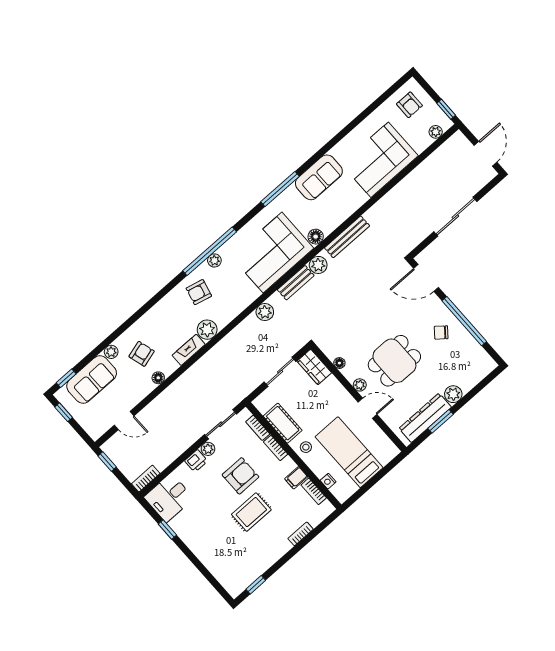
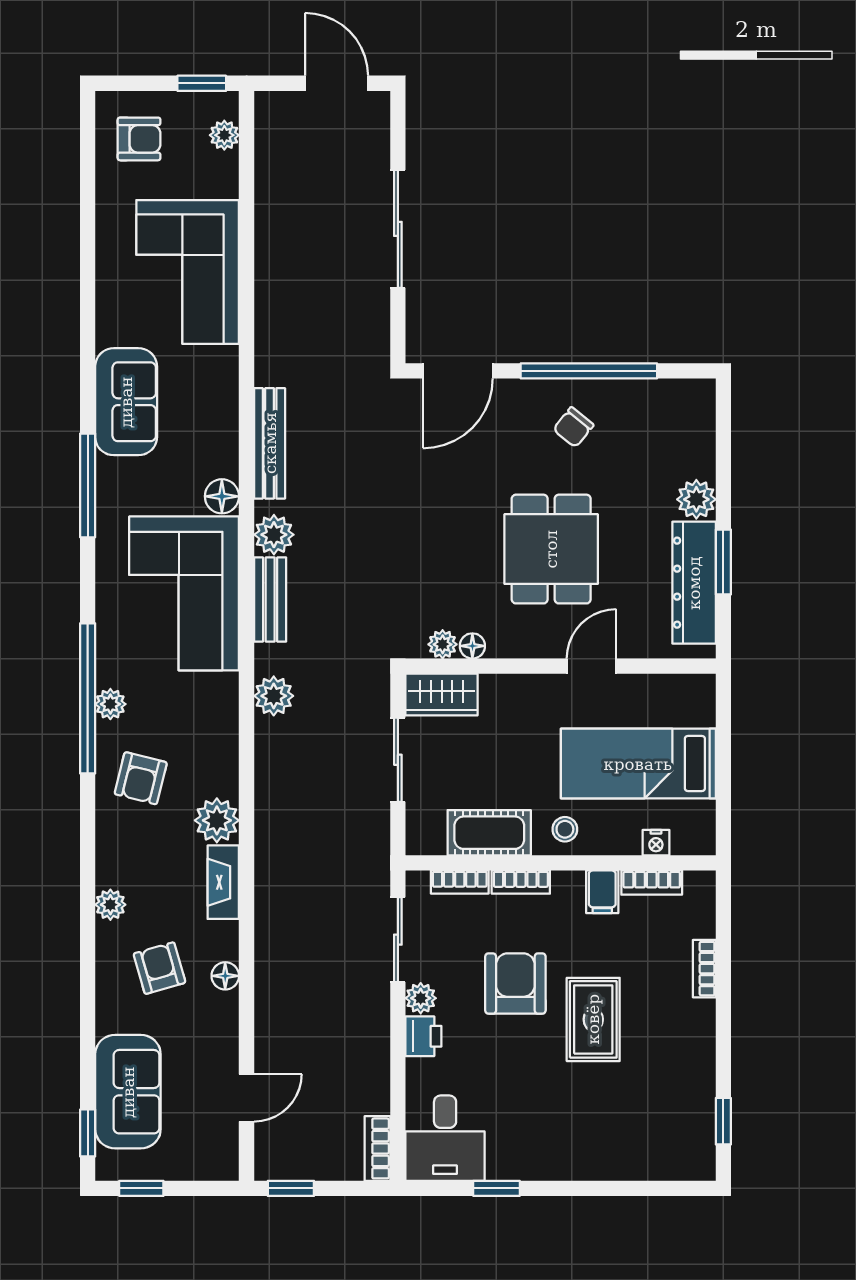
plant: (111, 352) -> (110, 905), moved
plant: (360, 385) -> (443, 644), moved

